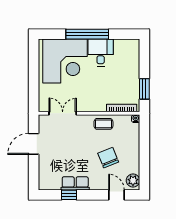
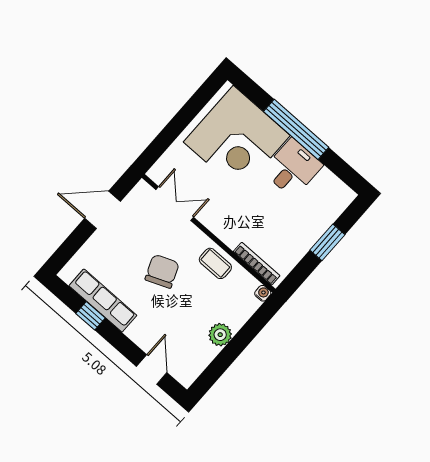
window: (144, 89) -> (327, 242), moved
chair: (108, 158) -> (162, 271), moved
plant: (133, 180) -> (220, 335), moved
row of seats: (75, 183) -> (103, 301), width x1.48

